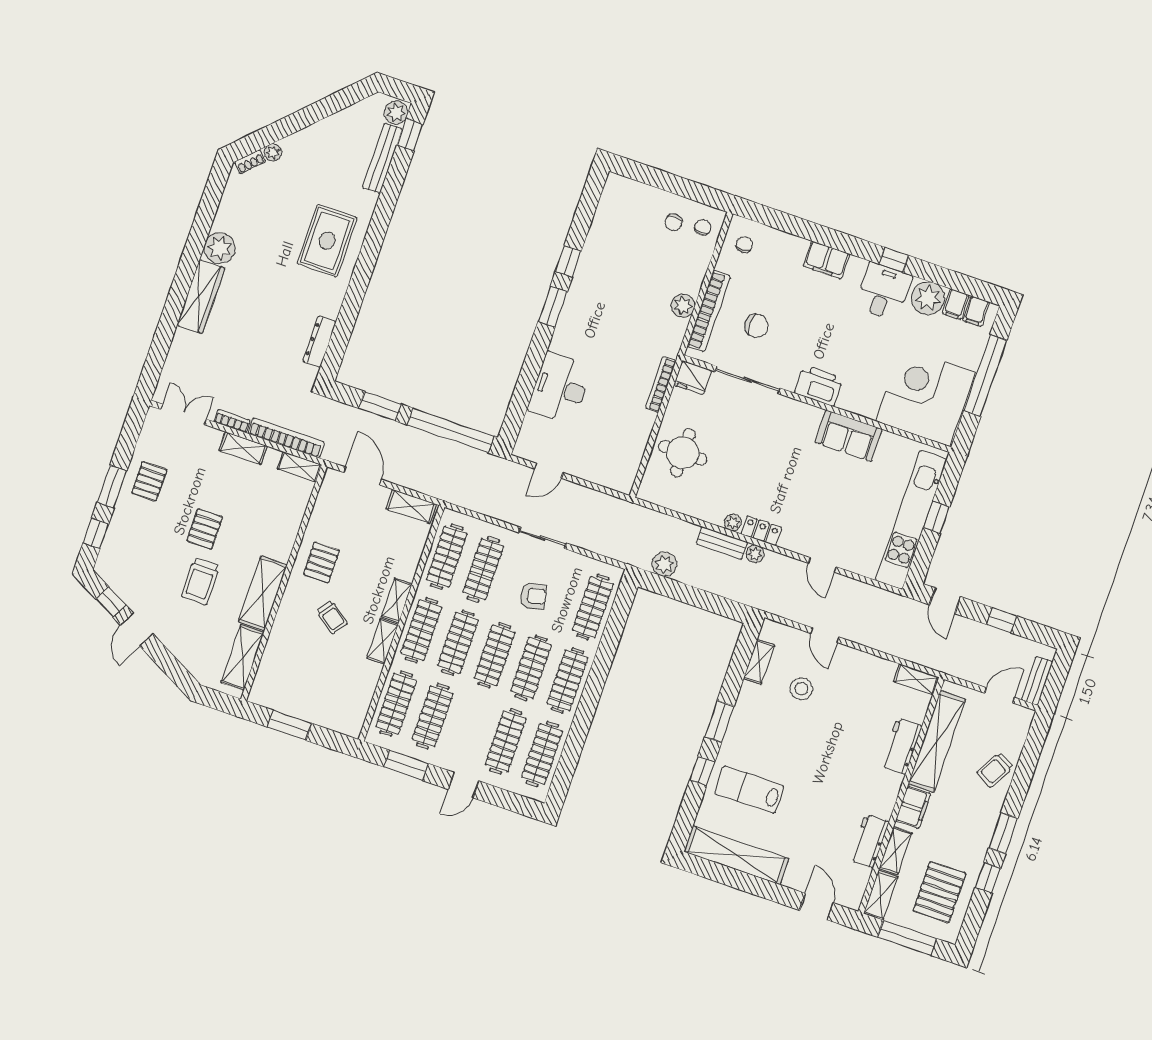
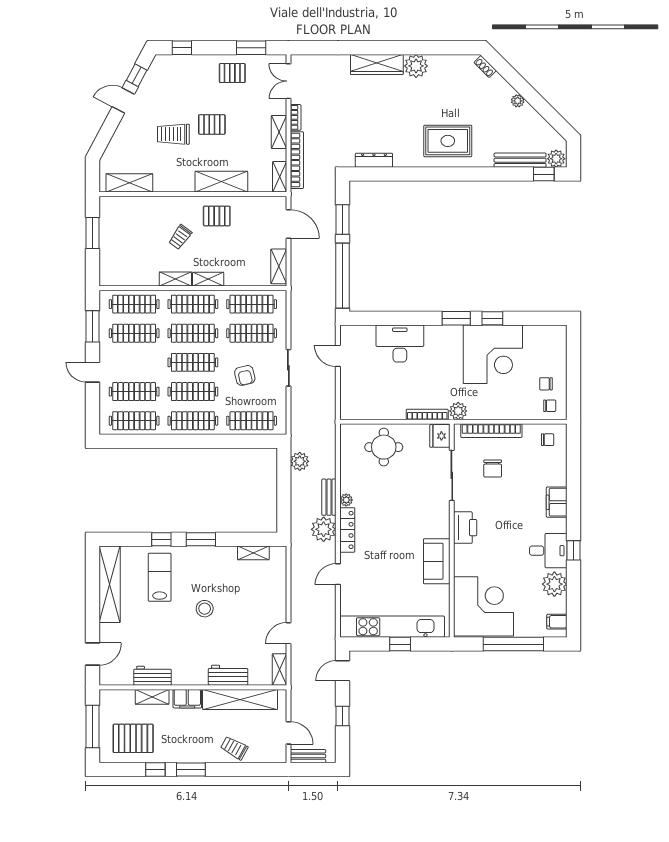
plant: (273, 152) -> (518, 101), moved
corner desk: (614, 276) -> (493, 354), added
filing cabinet: (956, 304) -> (557, 605), removed
plant: (683, 306) -> (458, 411), moved
double door: (184, 414) -> (288, 81), swing flipped
door: (363, 476) -> (288, 224), hinge flipped
window: (112, 487) -> (251, 48), moved
locker: (761, 531) -> (347, 530), width x1.53
plant: (755, 554) -> (324, 529), width x1.88, depth x1.88
shelving: (263, 593) -> (221, 182), moved
door: (825, 635) -> (288, 633), moved
stool: (801, 689) -> (205, 609), moved
shelving: (881, 895) -> (117, 697), removed

